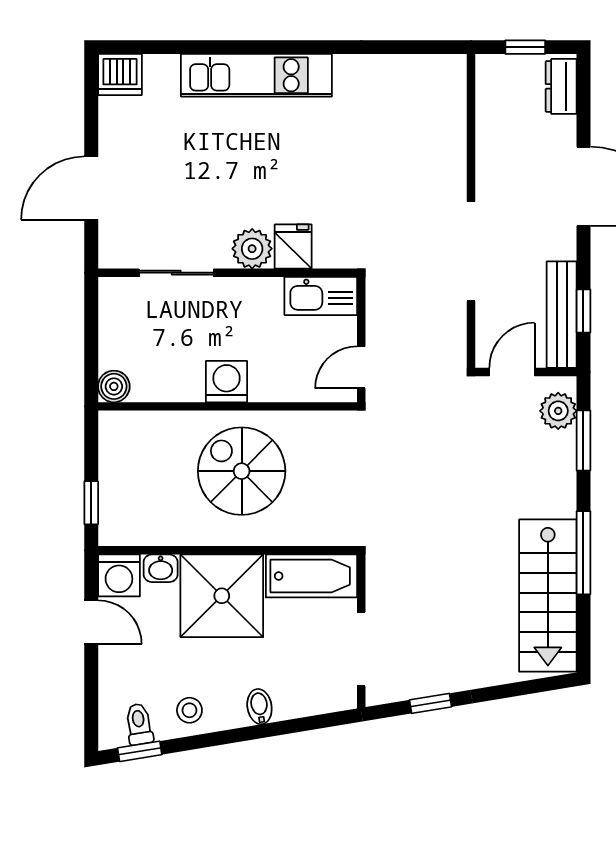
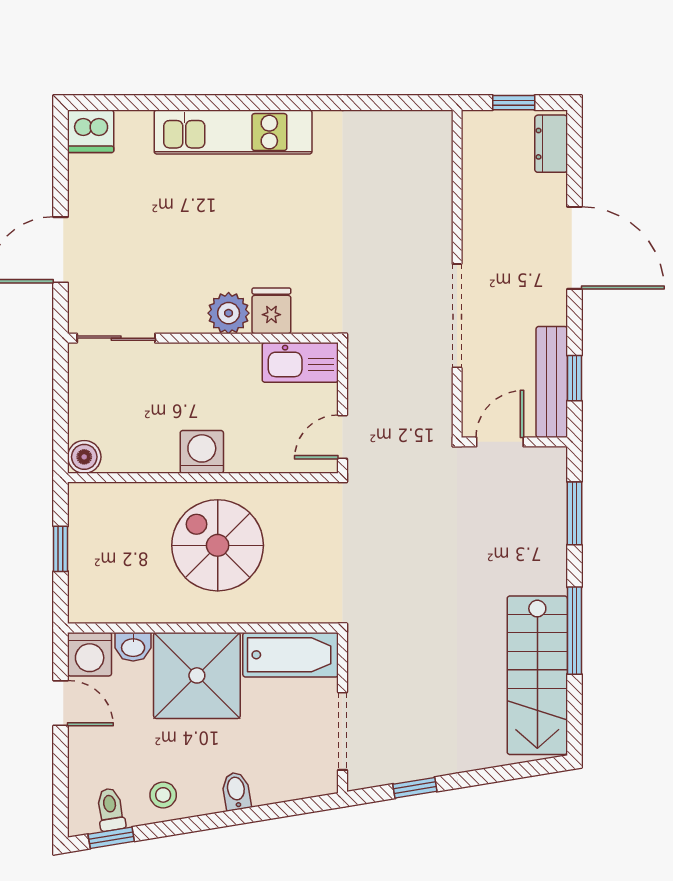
sliding door: (176, 273) -> (116, 338), moved
plant: (558, 411) -> (548, 482), removed
window: (91, 503) -> (61, 549), moved

